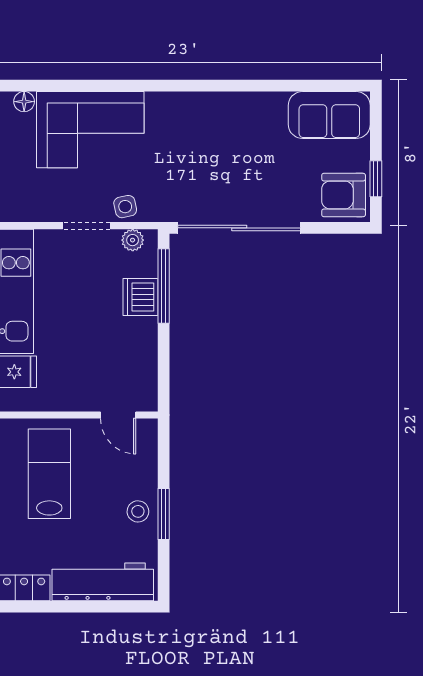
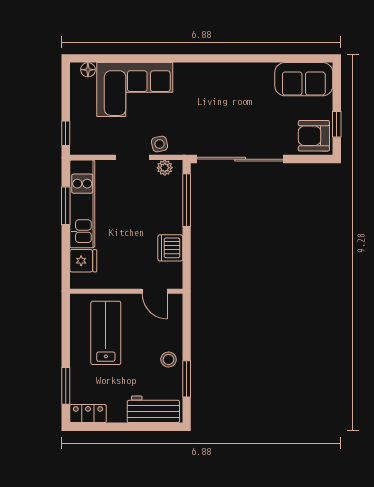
dishwasher: (140, 297) -> (170, 248), moved
window: (164, 514) -> (187, 379), moved
workbench: (103, 582) -> (153, 409), width x0.73

